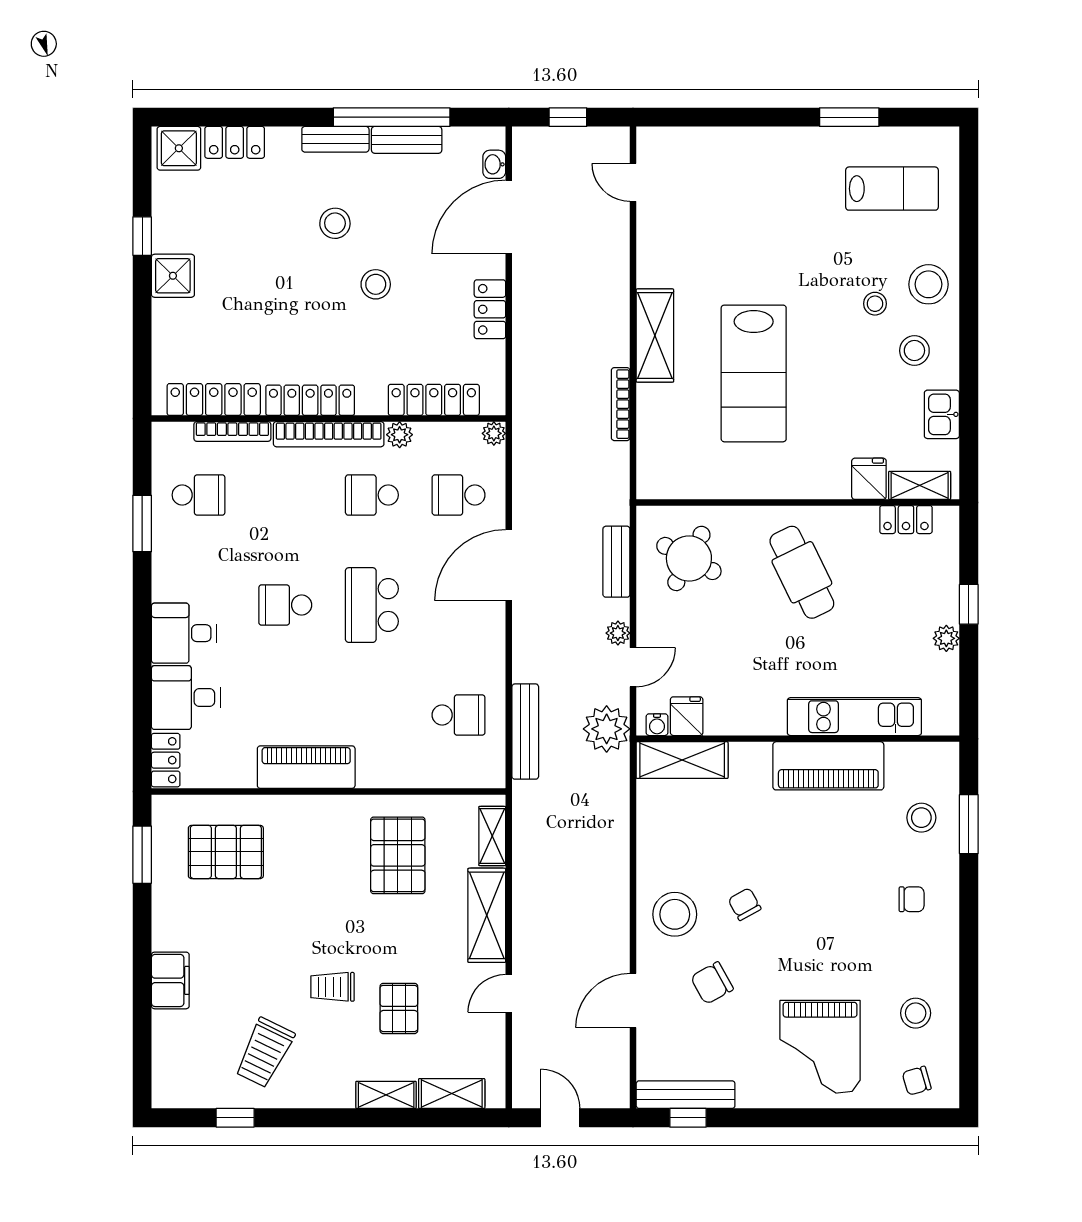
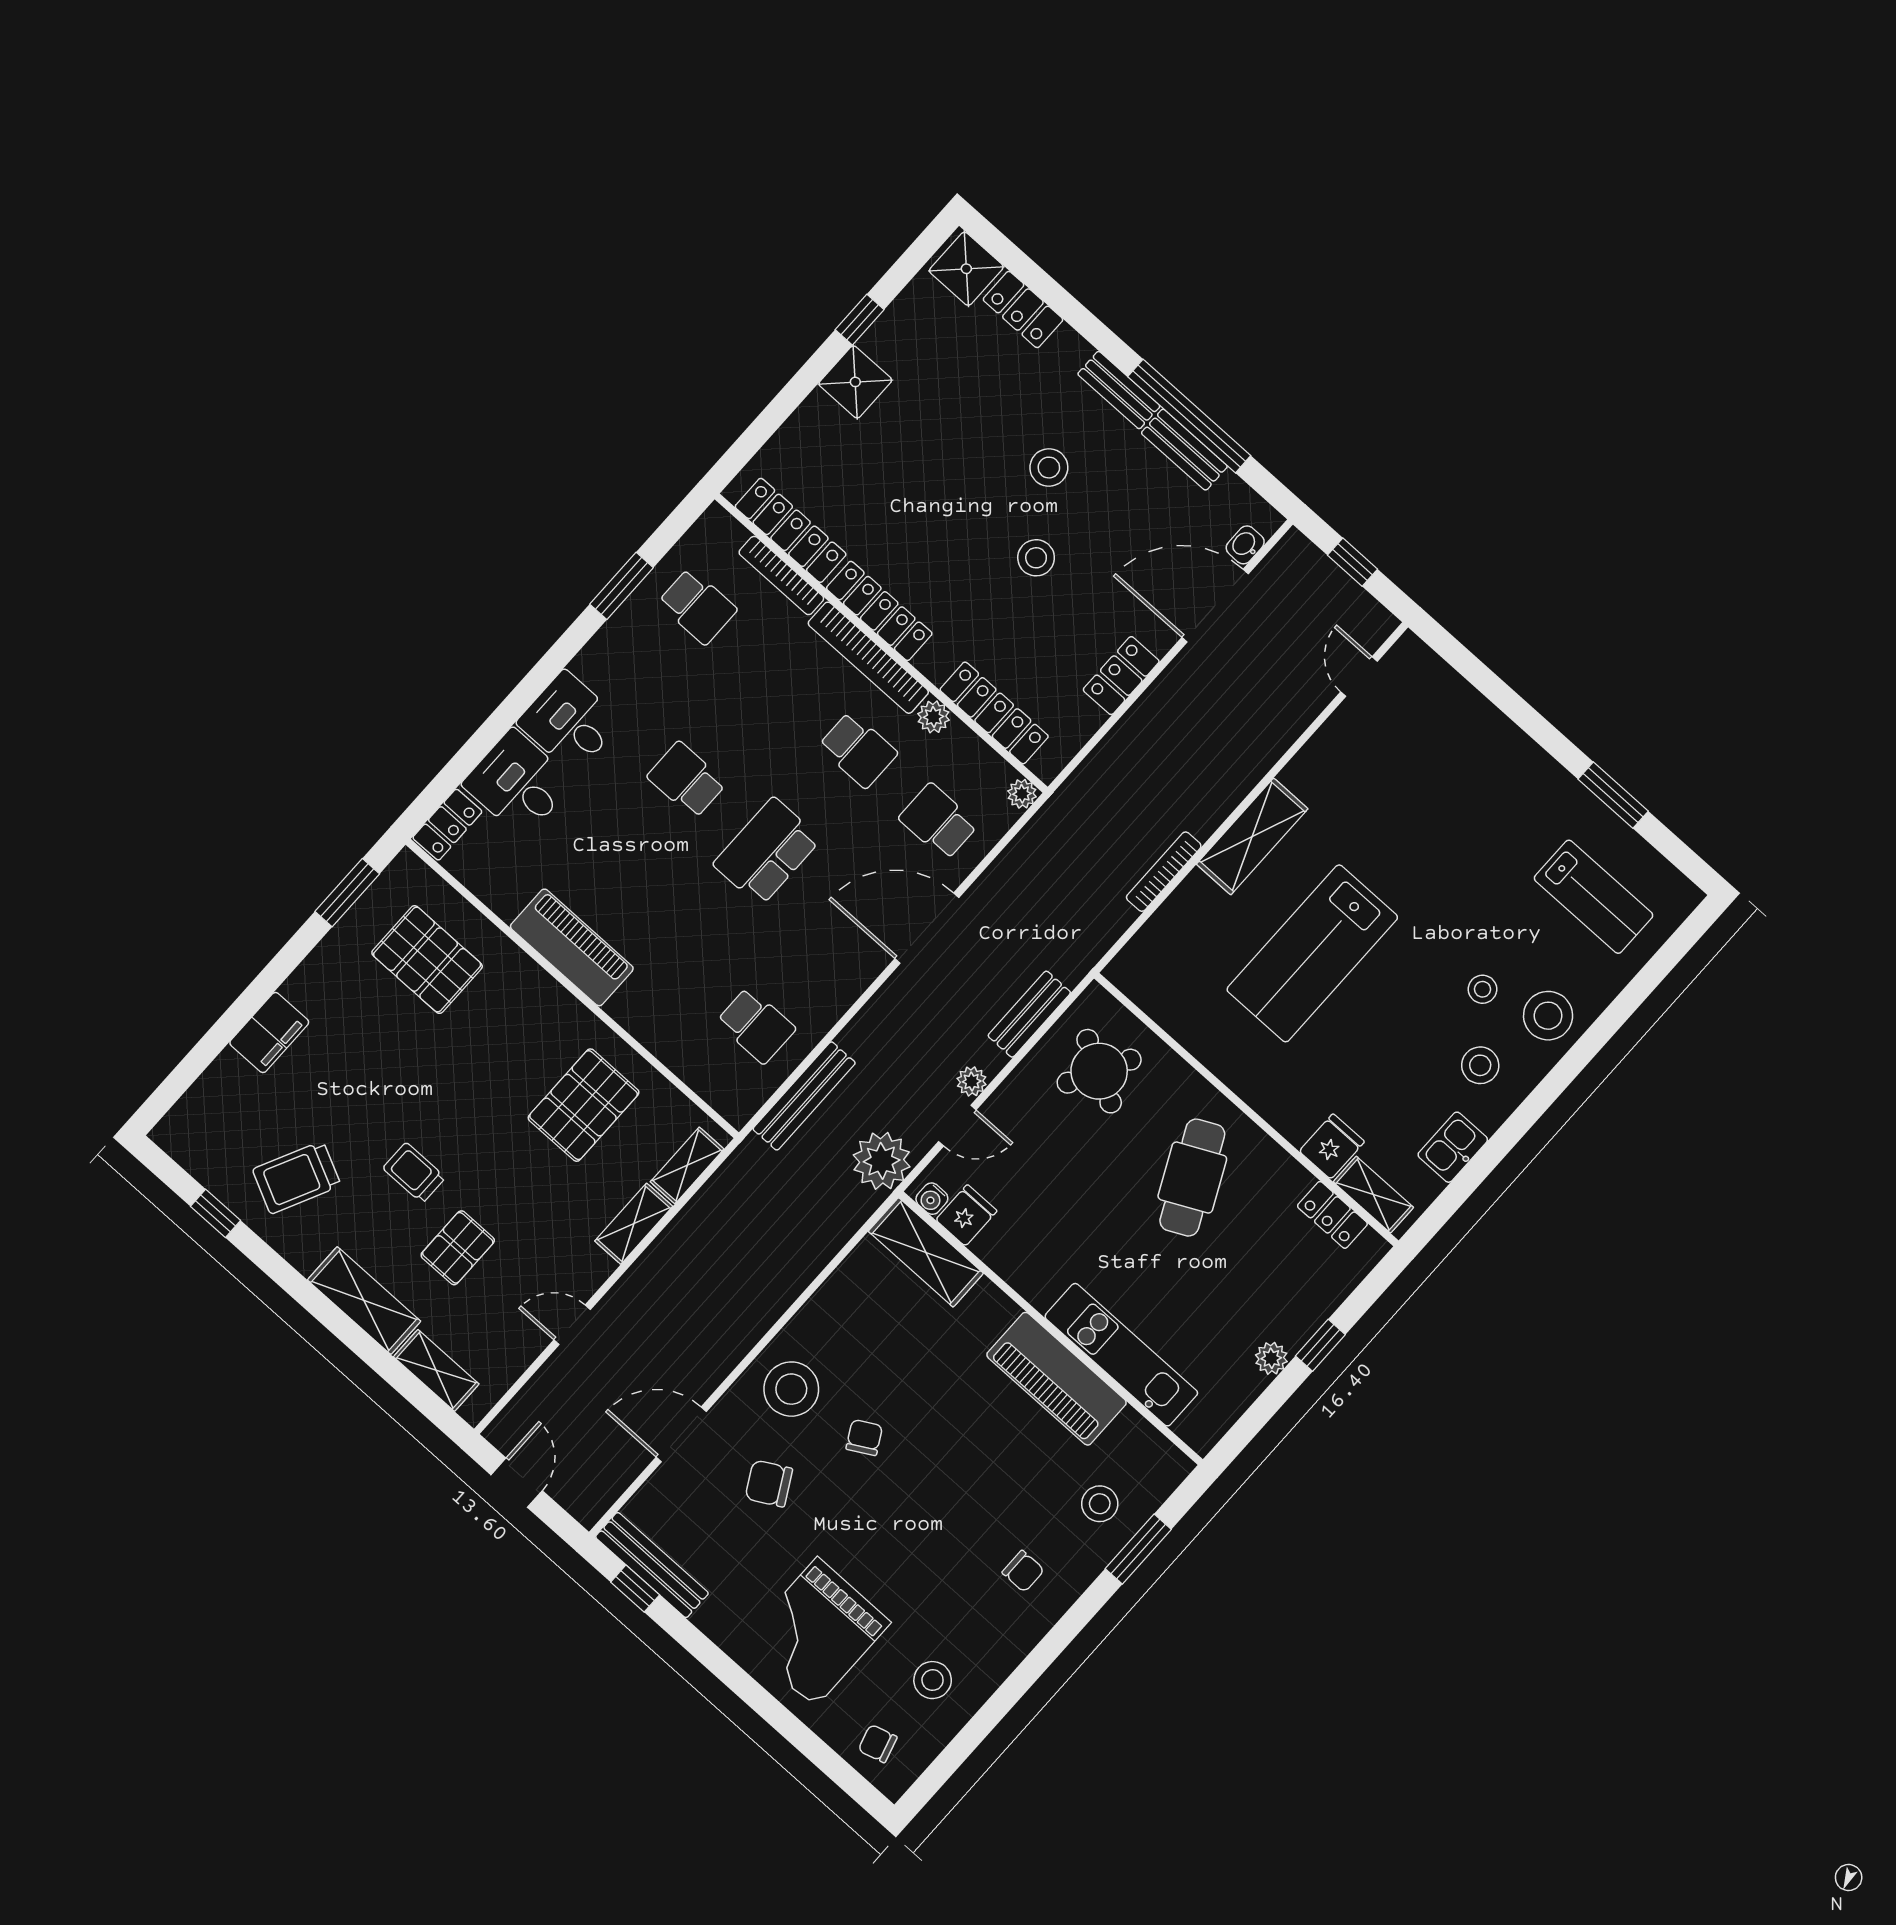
school desk: (372, 495) -> (858, 750), turned 180
shelving: (487, 915) -> (634, 1224), width x0.67, depth x0.75
shelving: (386, 1095) -> (364, 1301), width x1.50, depth x1.33

